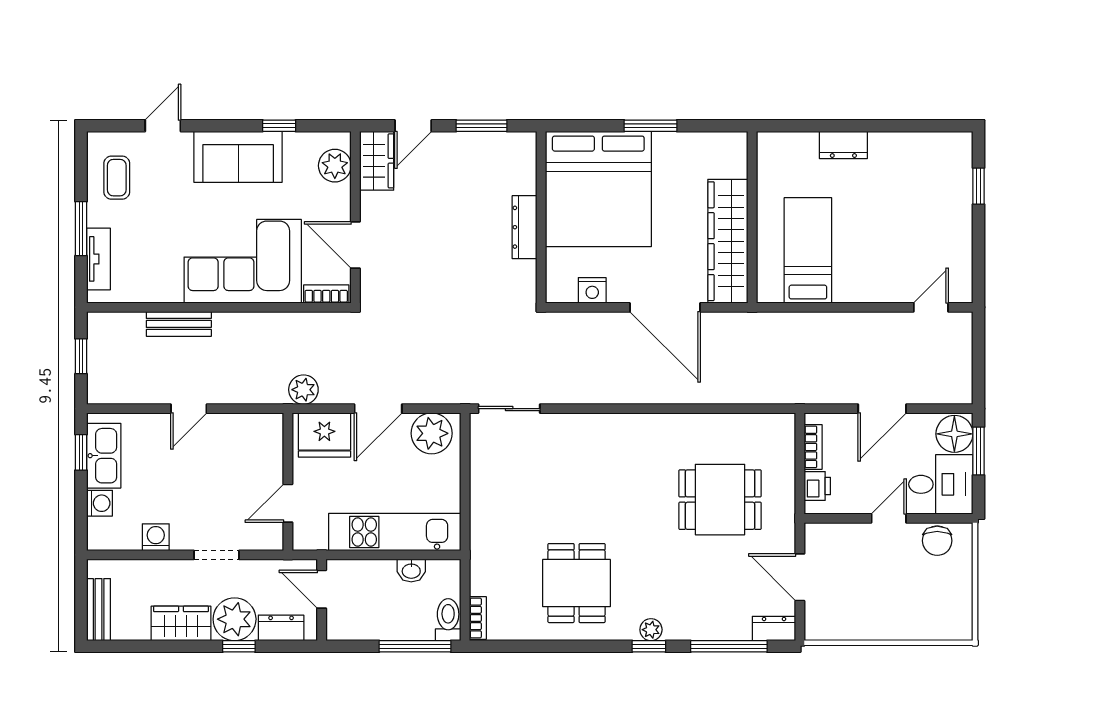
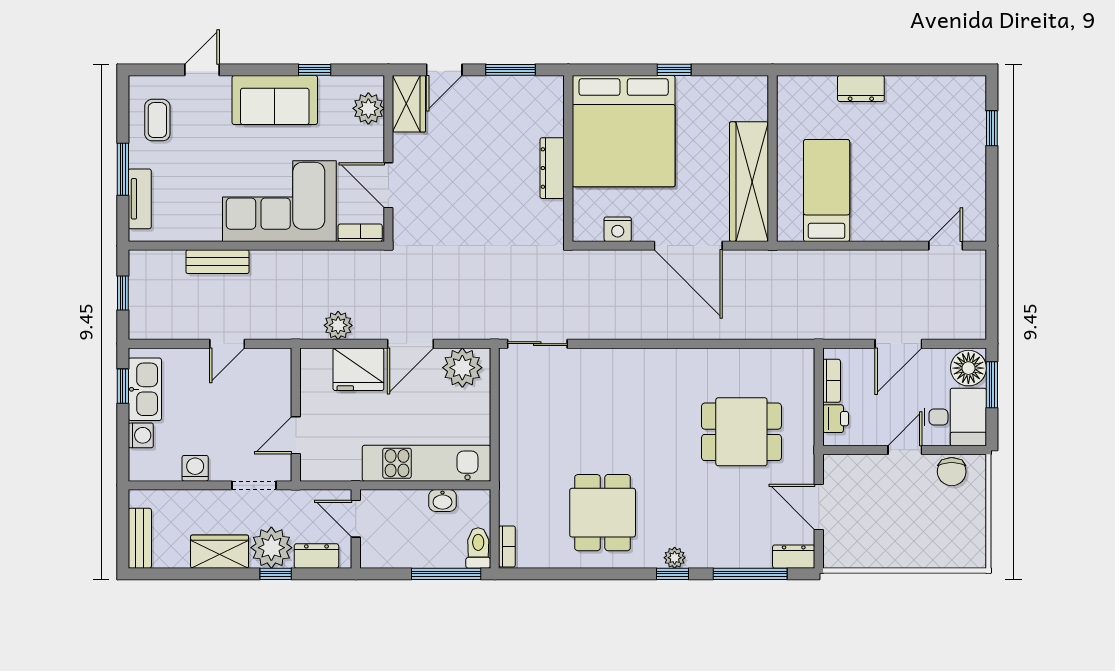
window: (651, 126) -> (674, 70), width x0.67
wall: (288, 482) -> (296, 415), moved
door: (288, 503) -> (296, 435), moved

